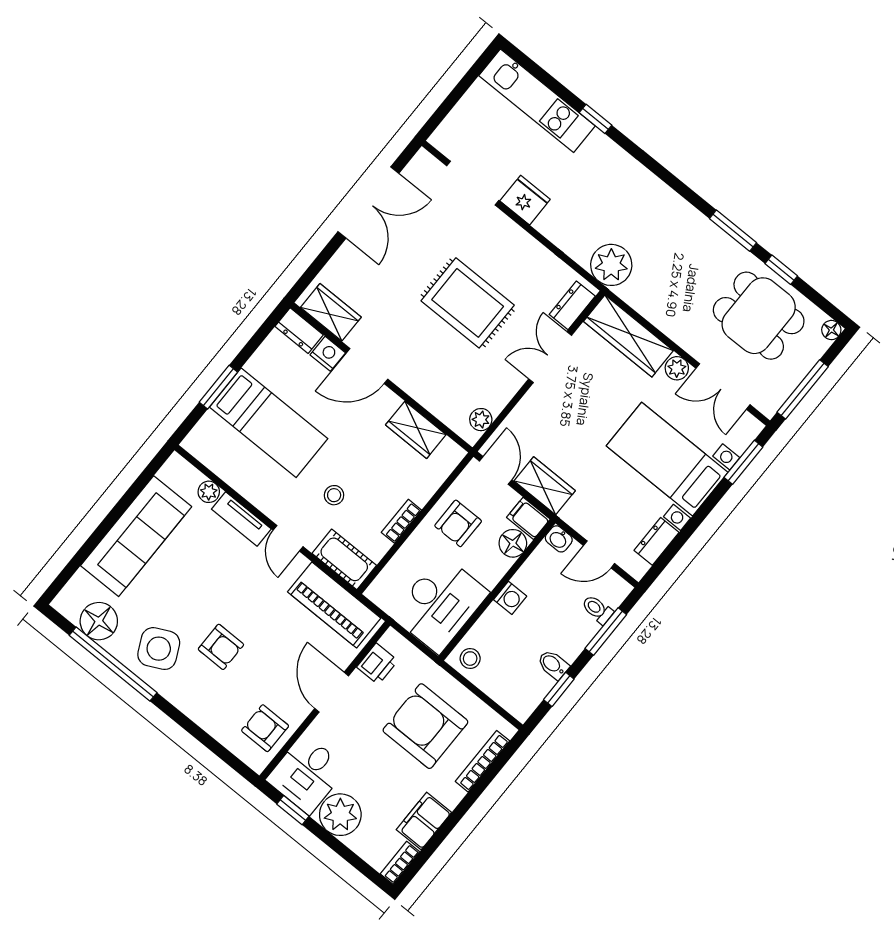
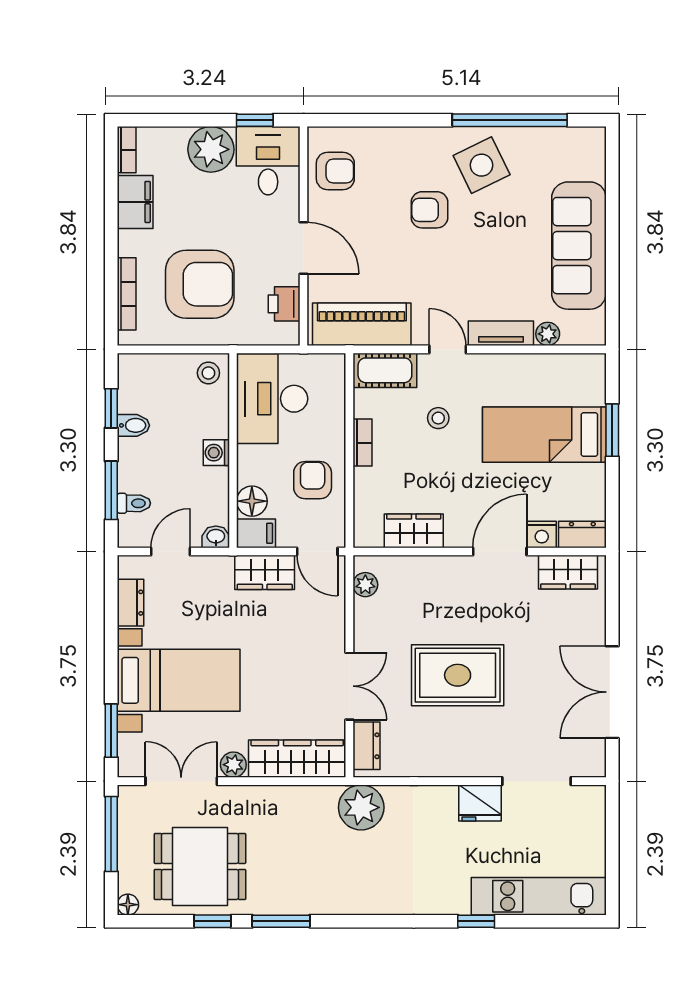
floor lamp: (99, 621) -> (552, 147), removed

